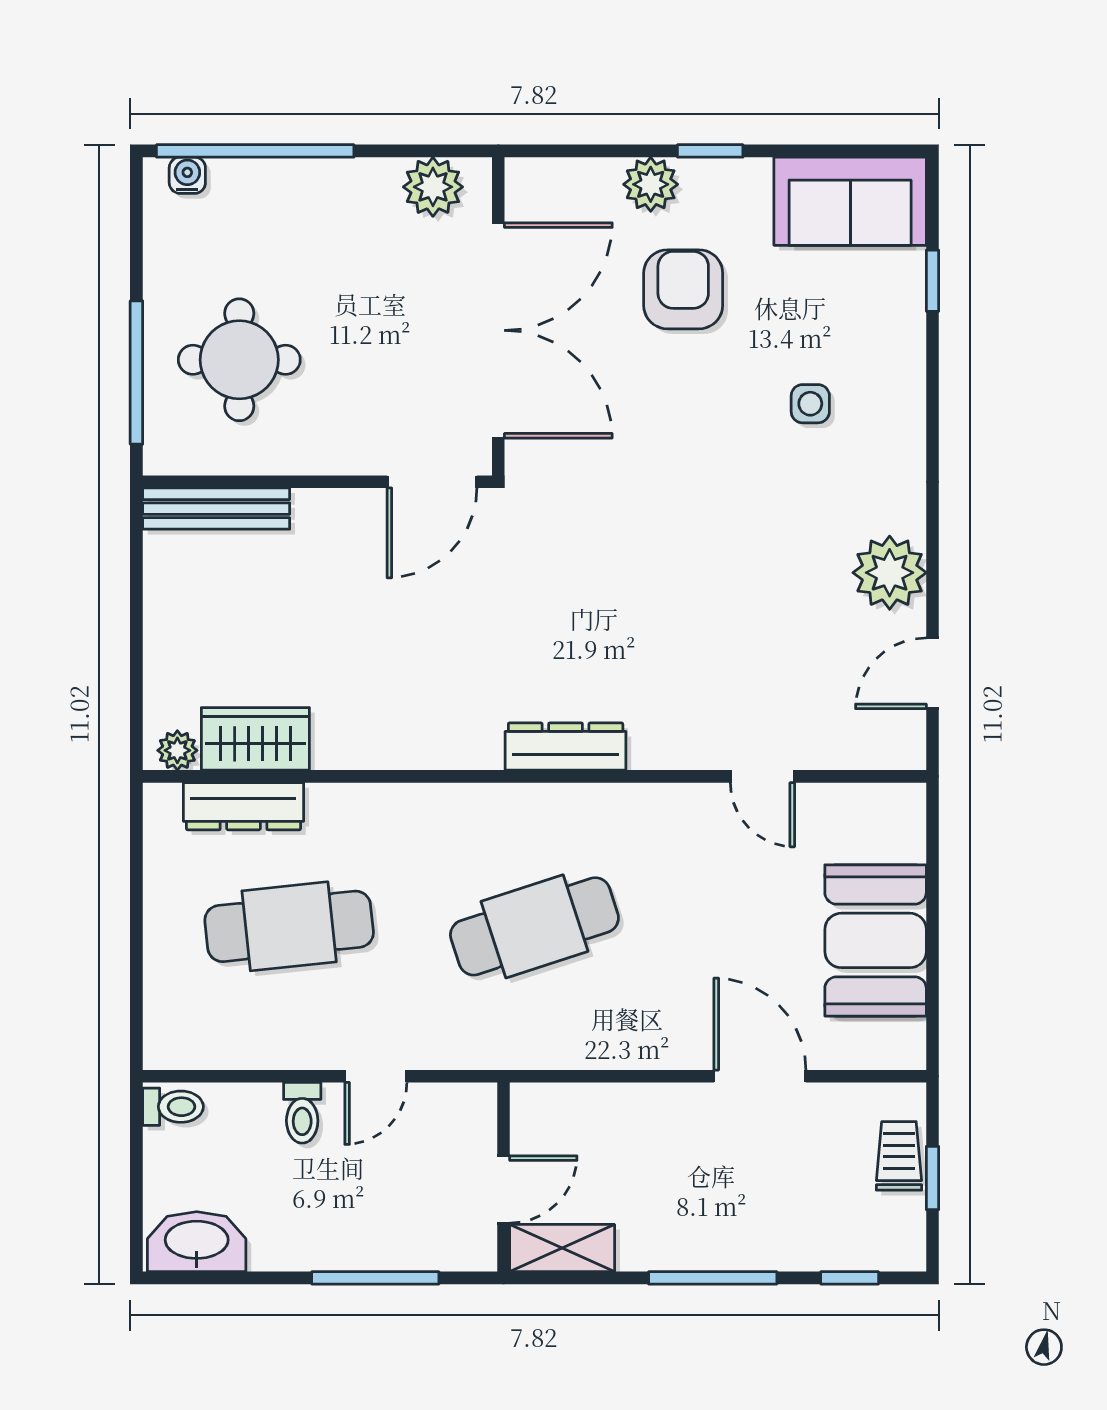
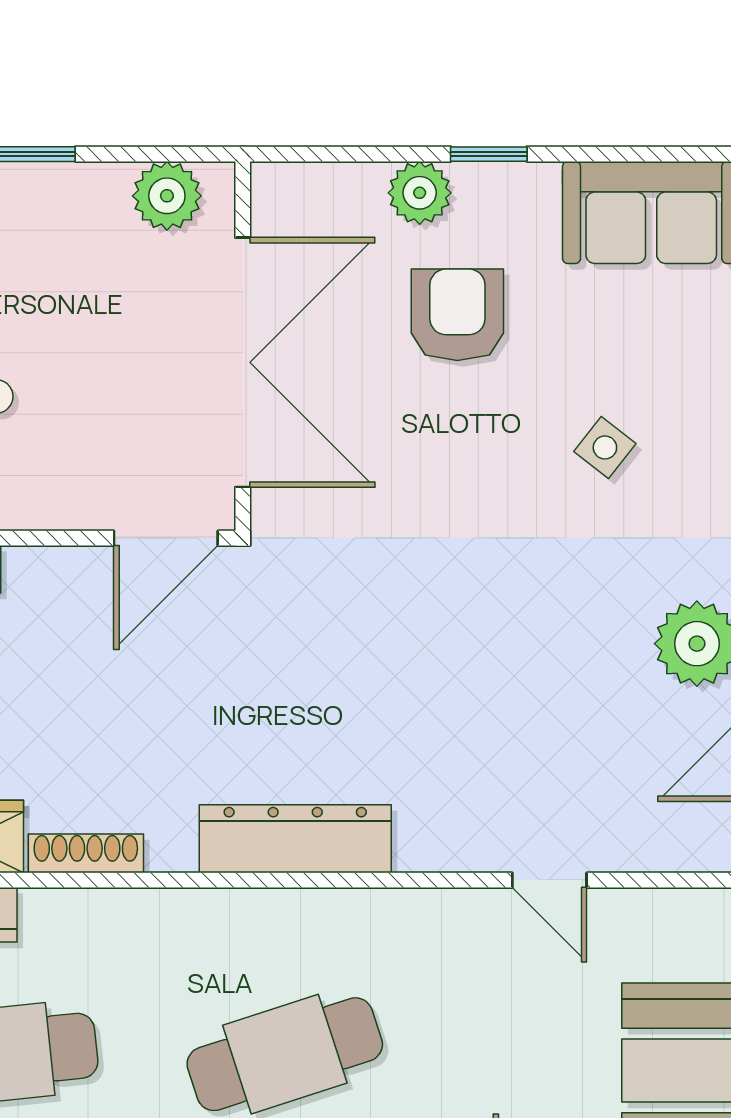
side table: (810, 404) -> (605, 447), turned 38
dresser: (566, 747) -> (295, 839), width x1.37, depth x1.24
shoe rack: (363, 753) -> (86, 853), added

